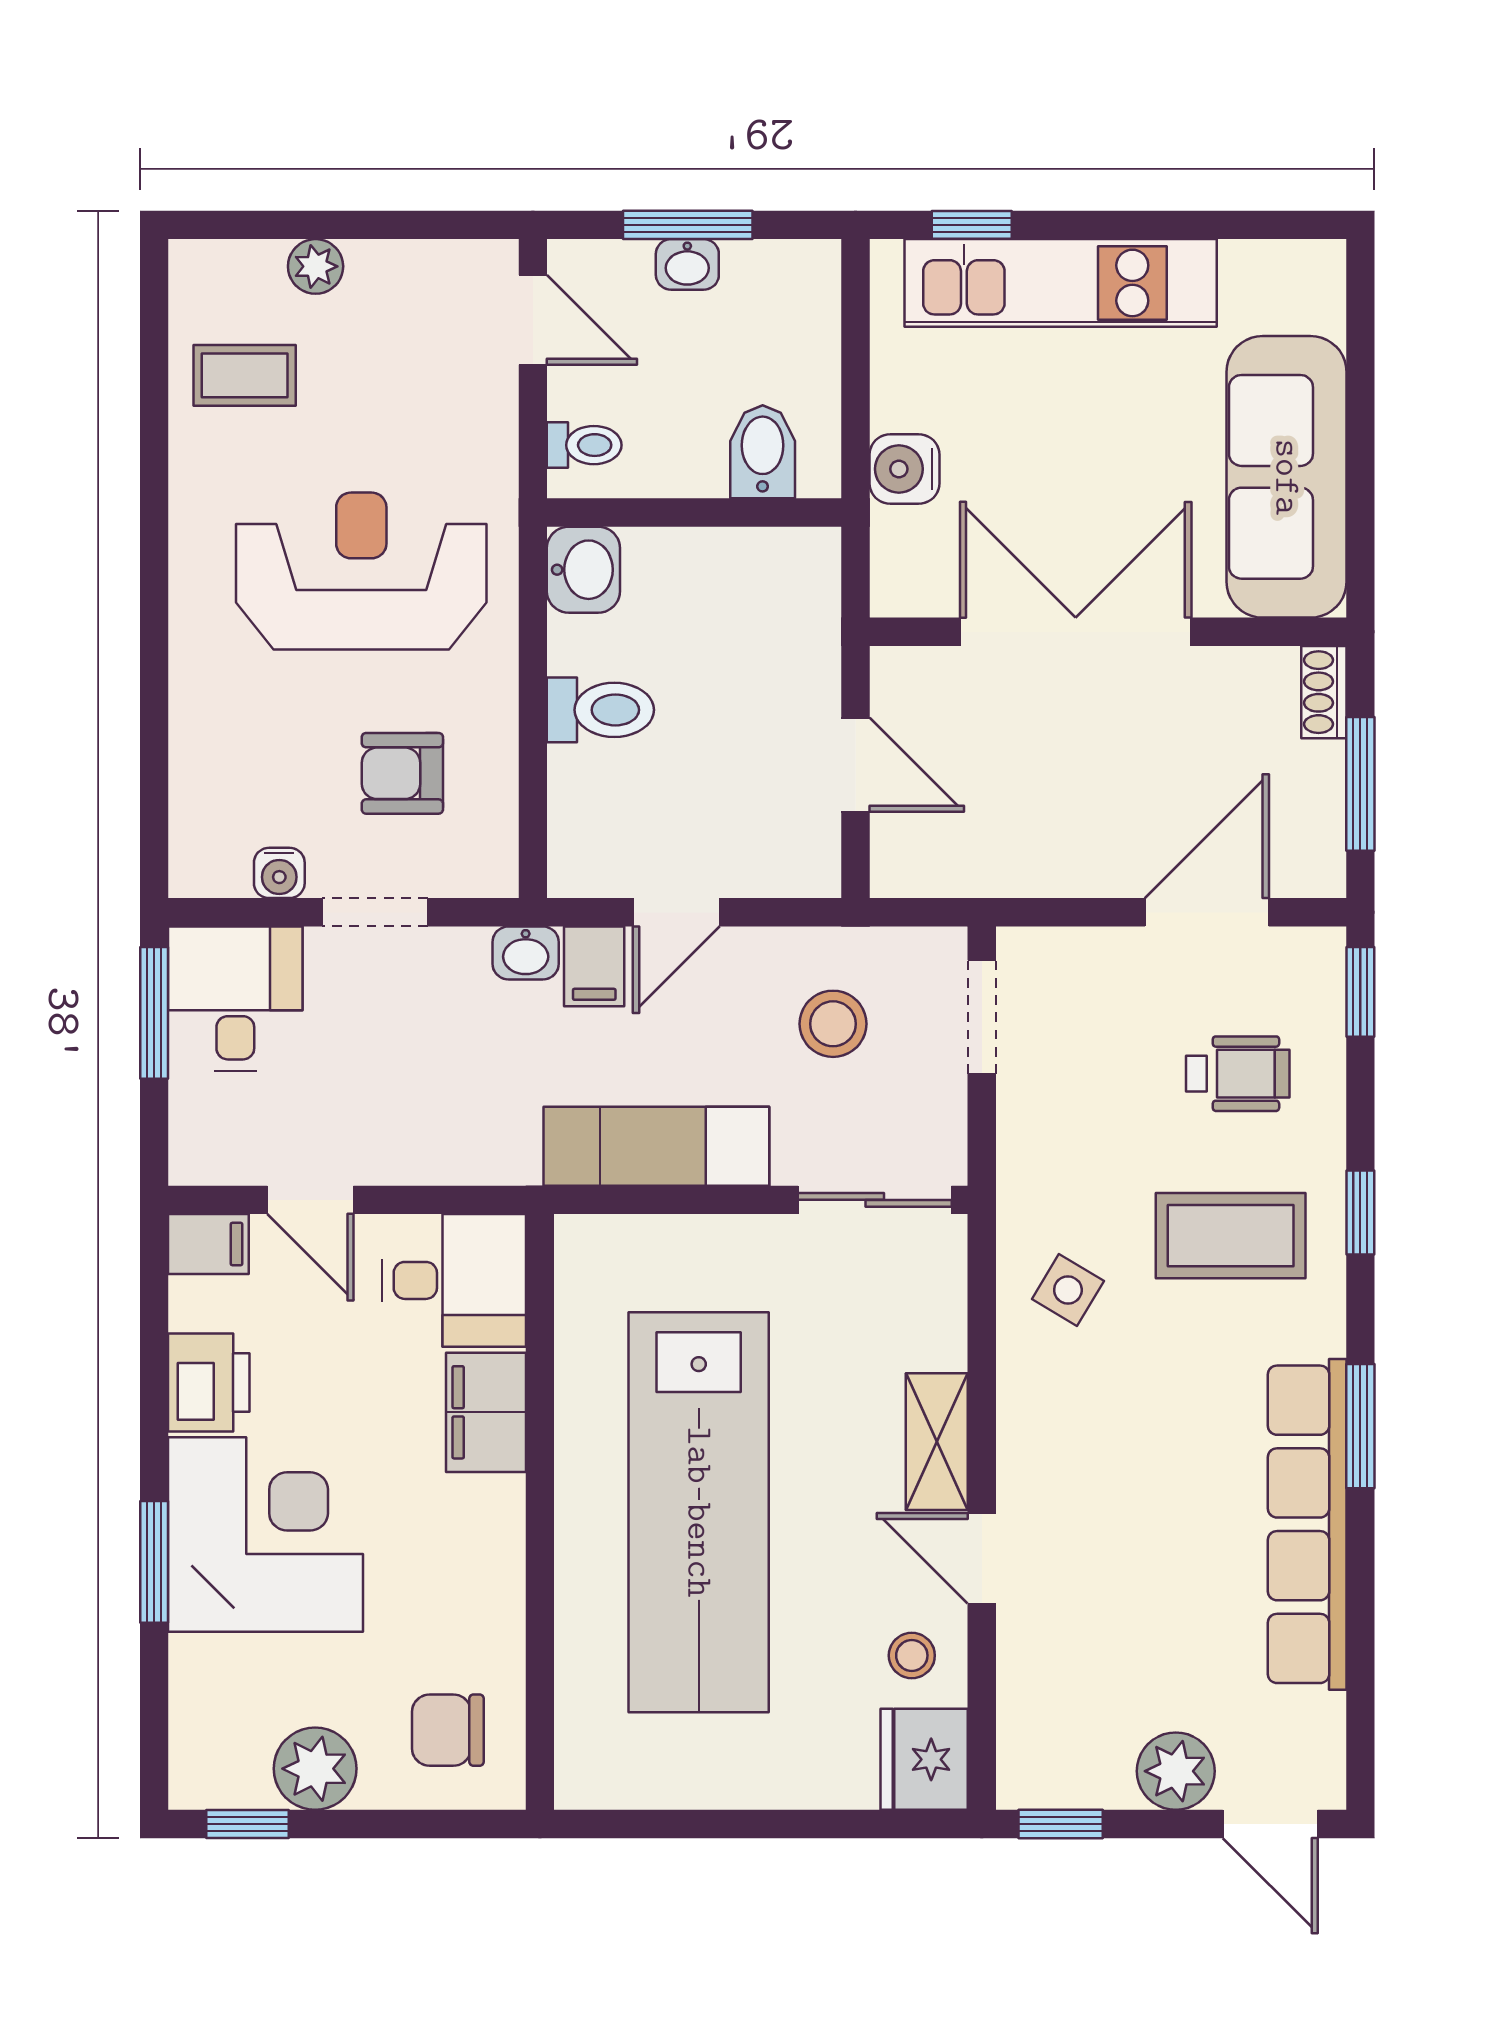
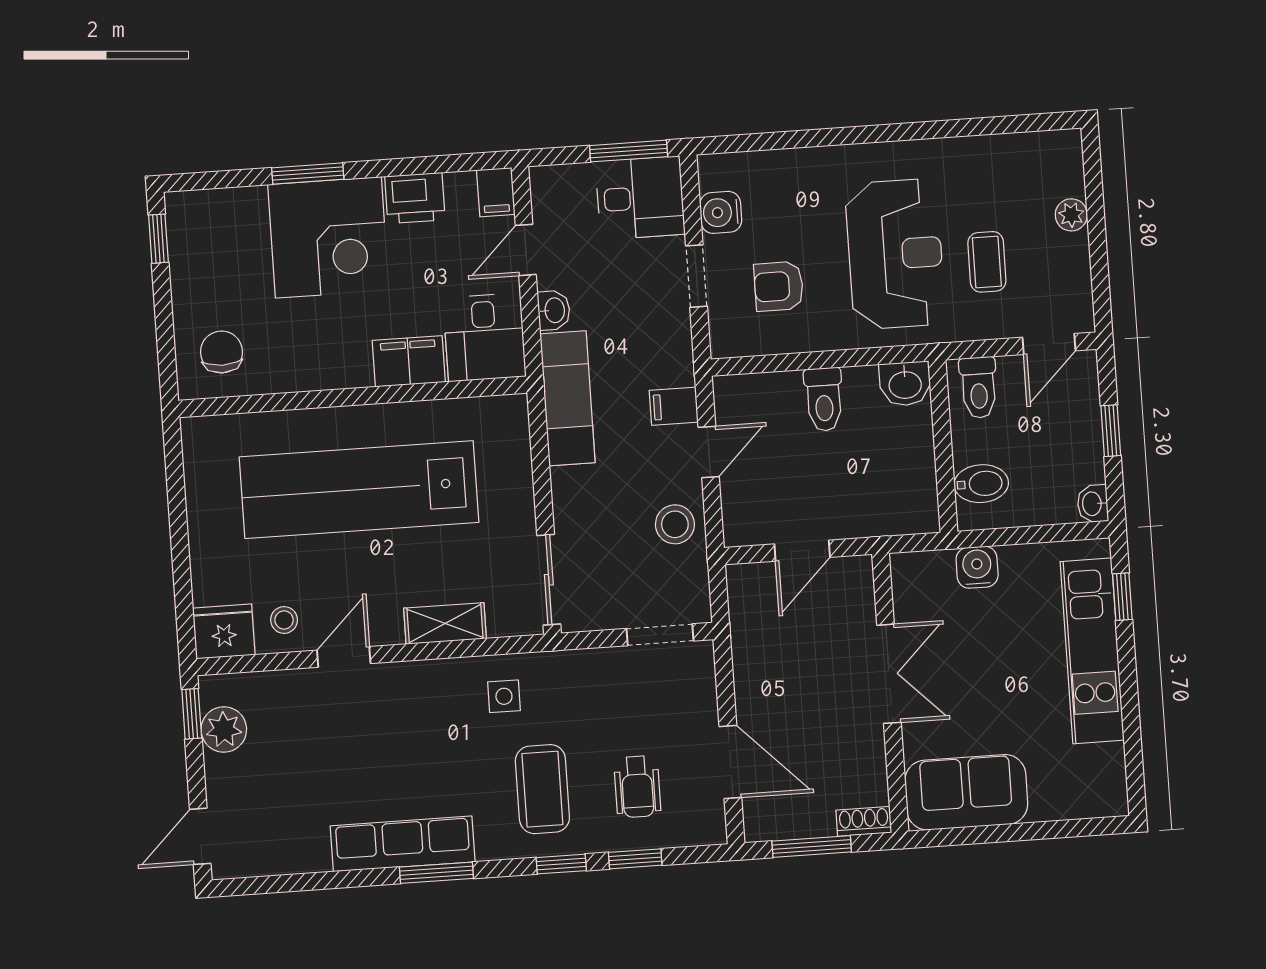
window: (688, 225) -> (1111, 431), width x0.67
washbasin: (687, 264) -> (1093, 504), moved
coffee table: (245, 375) -> (987, 262), moved
toilet: (584, 445) -> (979, 388), width x1.37, depth x1.39
sofa: (1287, 477) -> (966, 792), width x0.73
double door: (1076, 632) -> (889, 674), width x0.73
armchair: (402, 773) -> (779, 286), turned -90
water cooler: (279, 873) -> (721, 212), width x1.38, depth x1.38
door: (676, 912) -> (709, 452), swing flipped
washbasin: (526, 953) -> (554, 310), moved, turned 180
window: (1360, 992) -> (635, 859), moved
stool: (833, 1024) -> (675, 524), moved
exam couch: (656, 1146) -> (568, 398), moved
side table: (1068, 1290) -> (504, 696), turned -31
shelving: (937, 1442) -> (445, 623), moved
row of seats: (1307, 1524) -> (403, 844), width x0.73
plant: (315, 1769) -> (194, 276), removed
plant: (1176, 1771) -> (224, 729), moved

